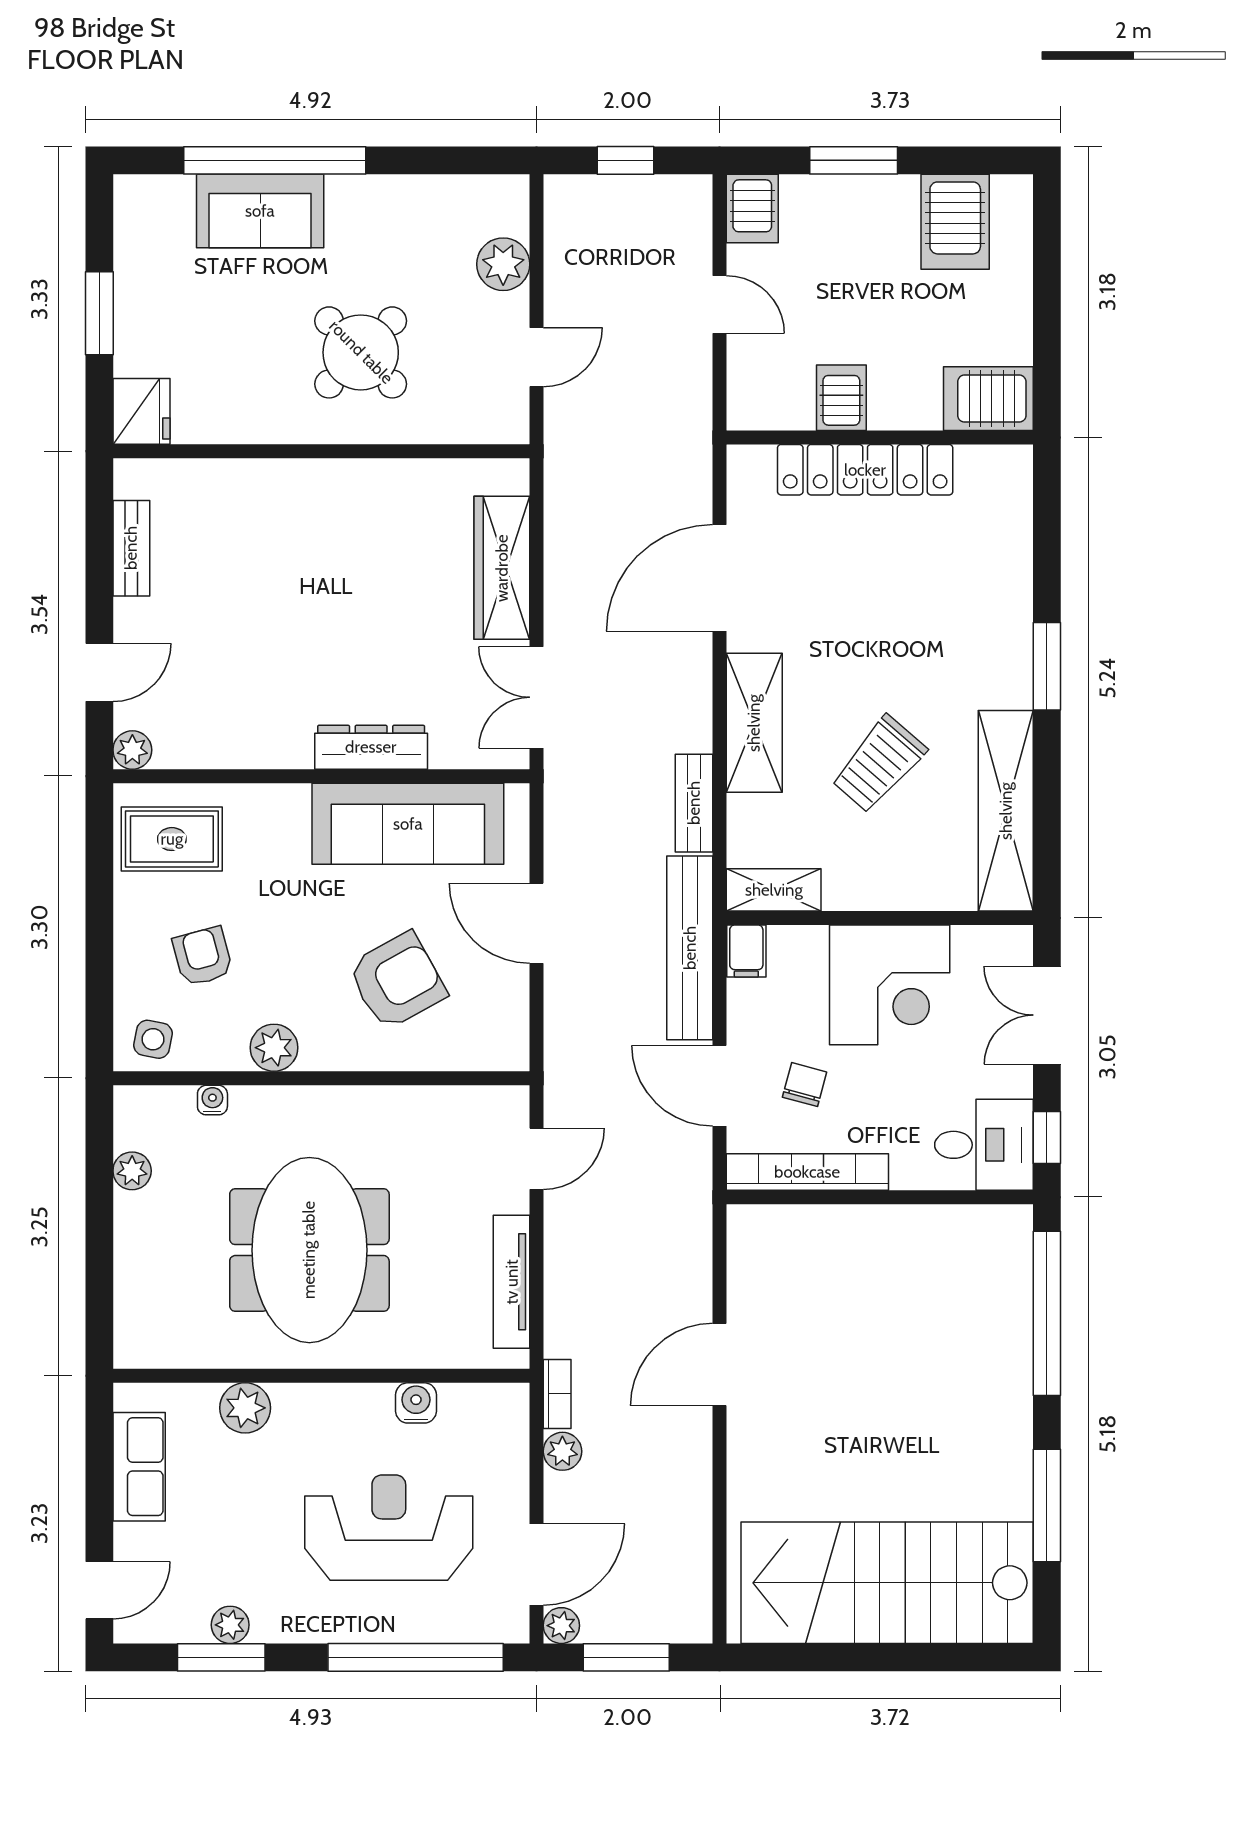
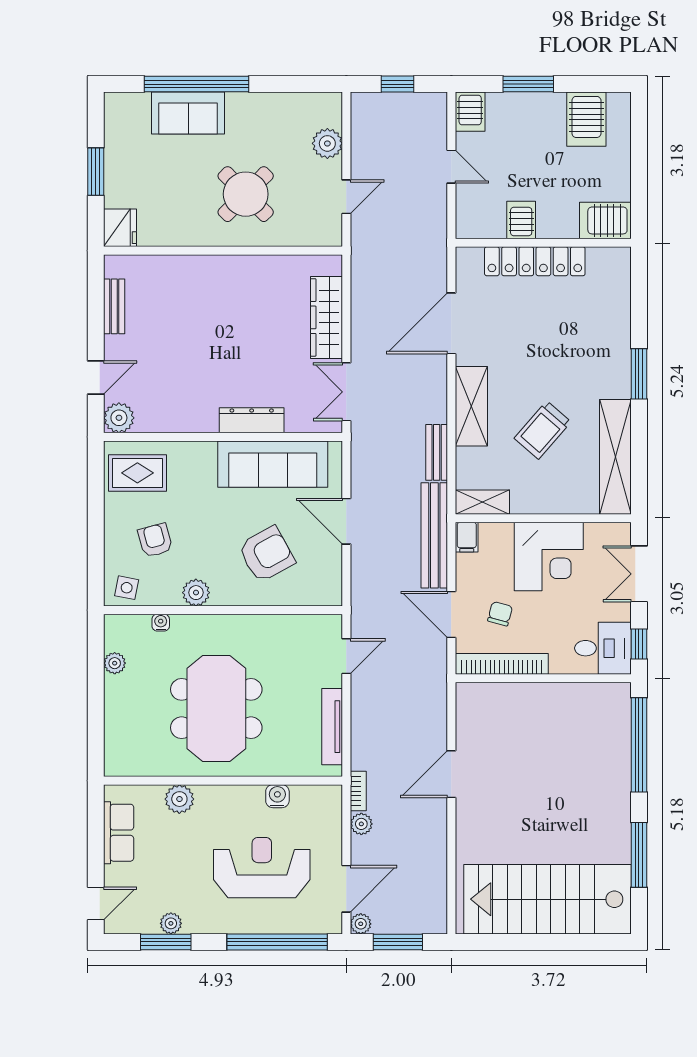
plant: (132, 750) -> (119, 418), width x1.38, depth x1.38

